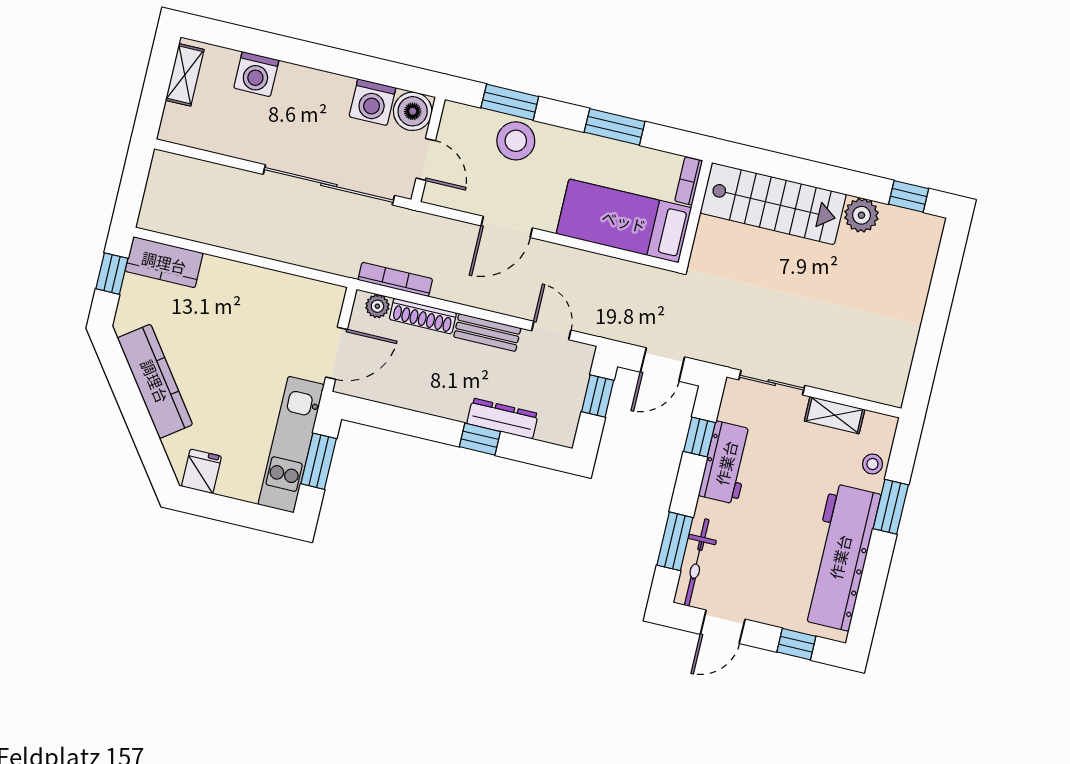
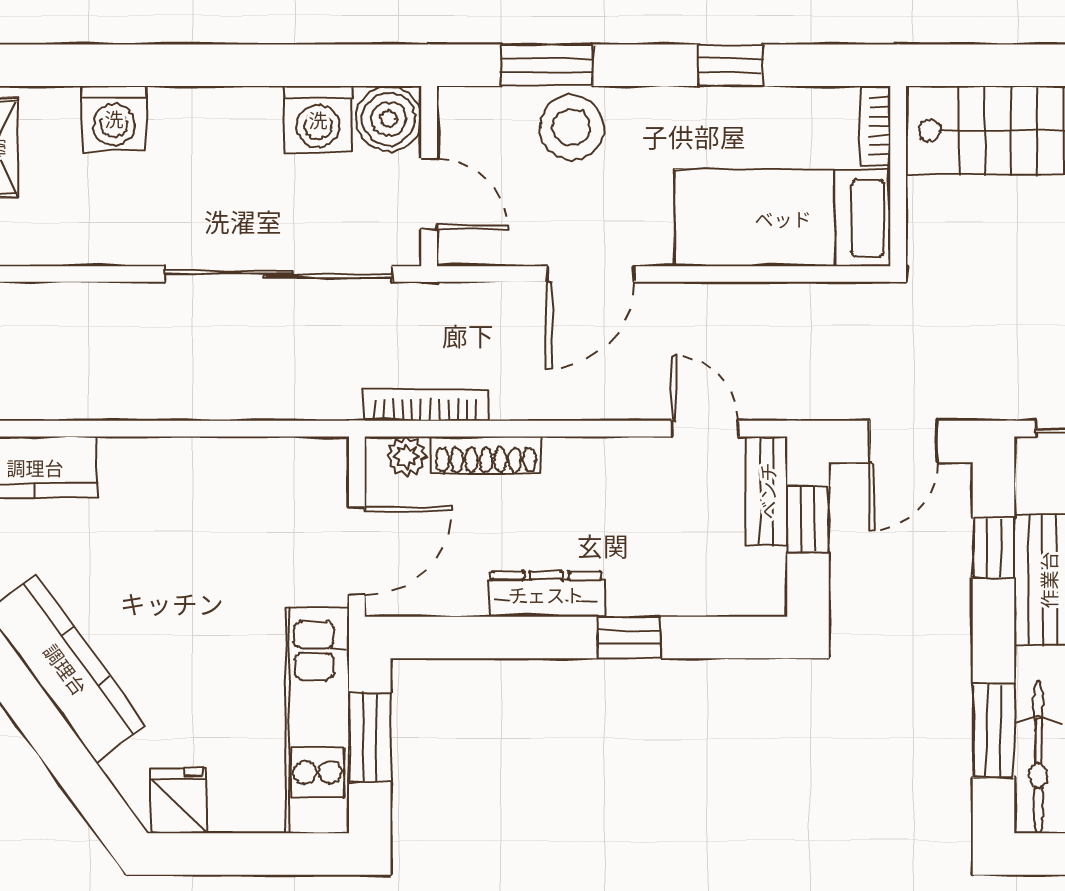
window: (615, 127) -> (730, 65), width x0.67
bench: (487, 333) -> (767, 491), moved, turned 90
dresser: (502, 418) -> (546, 594), moved

